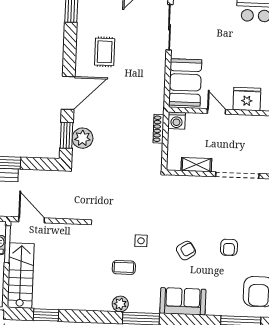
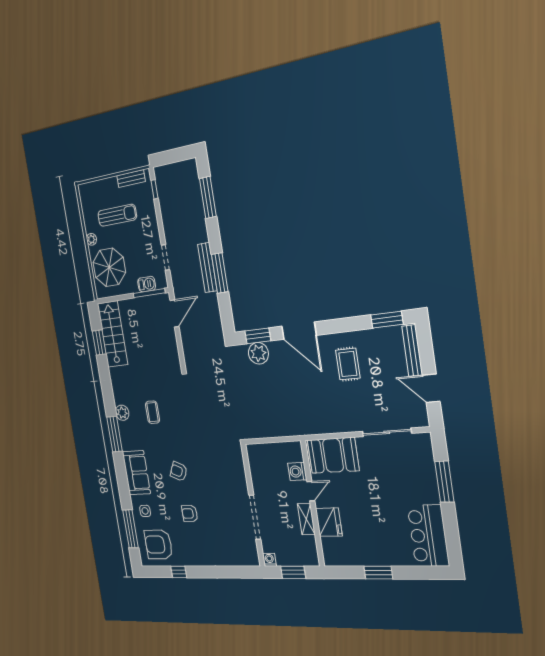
rug: (105, 52) -> (348, 364), turned 90
washing machine: (177, 121) -> (297, 471), moved
shoe rack: (158, 129) -> (282, 432), removed
shelving: (196, 165) -> (306, 519), moved
side table: (141, 241) -> (145, 511), moved
armchair: (186, 251) -> (179, 471), turned 148
stairs: (21, 276) -> (113, 334), moved, turned -90

